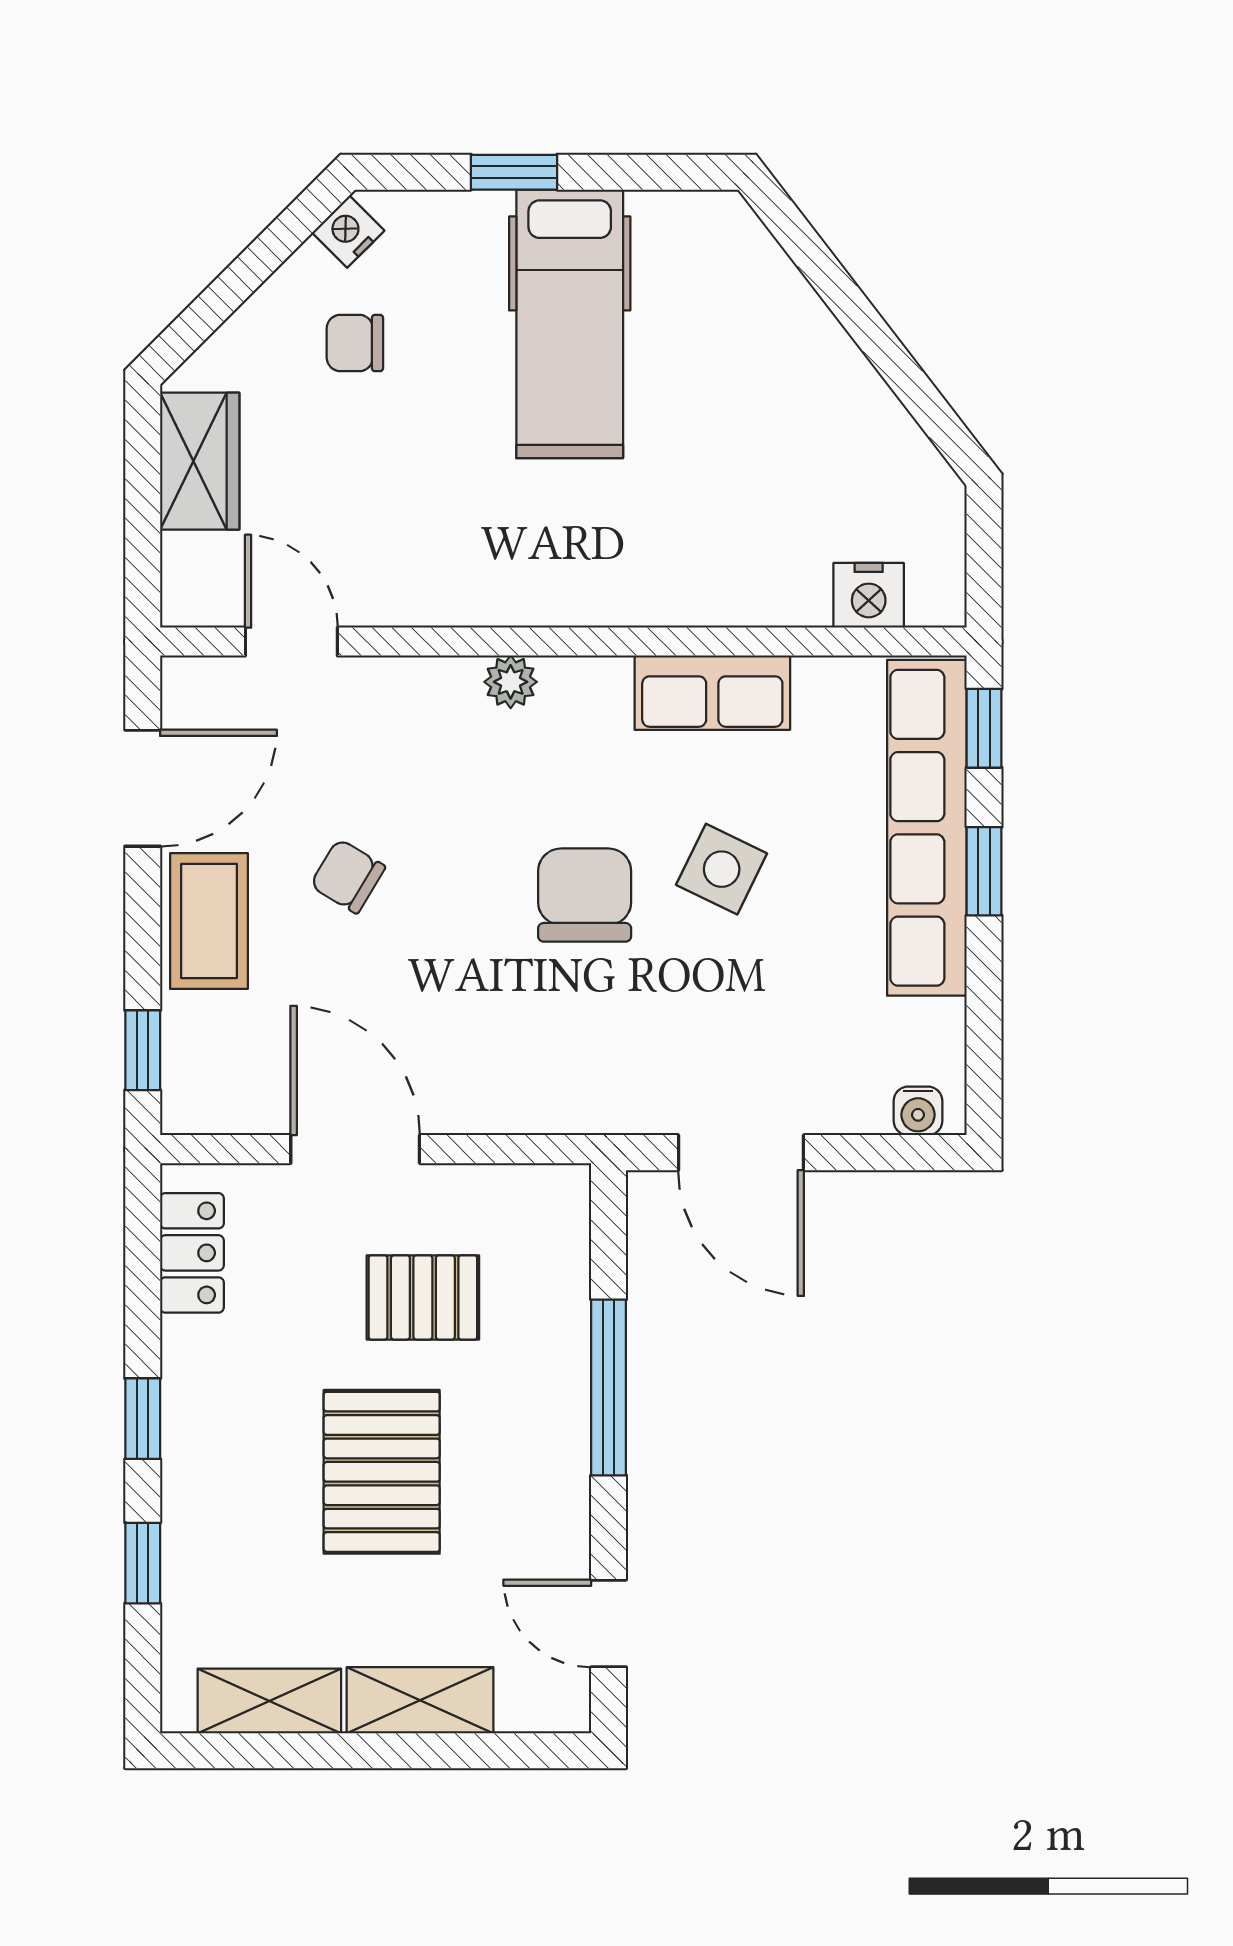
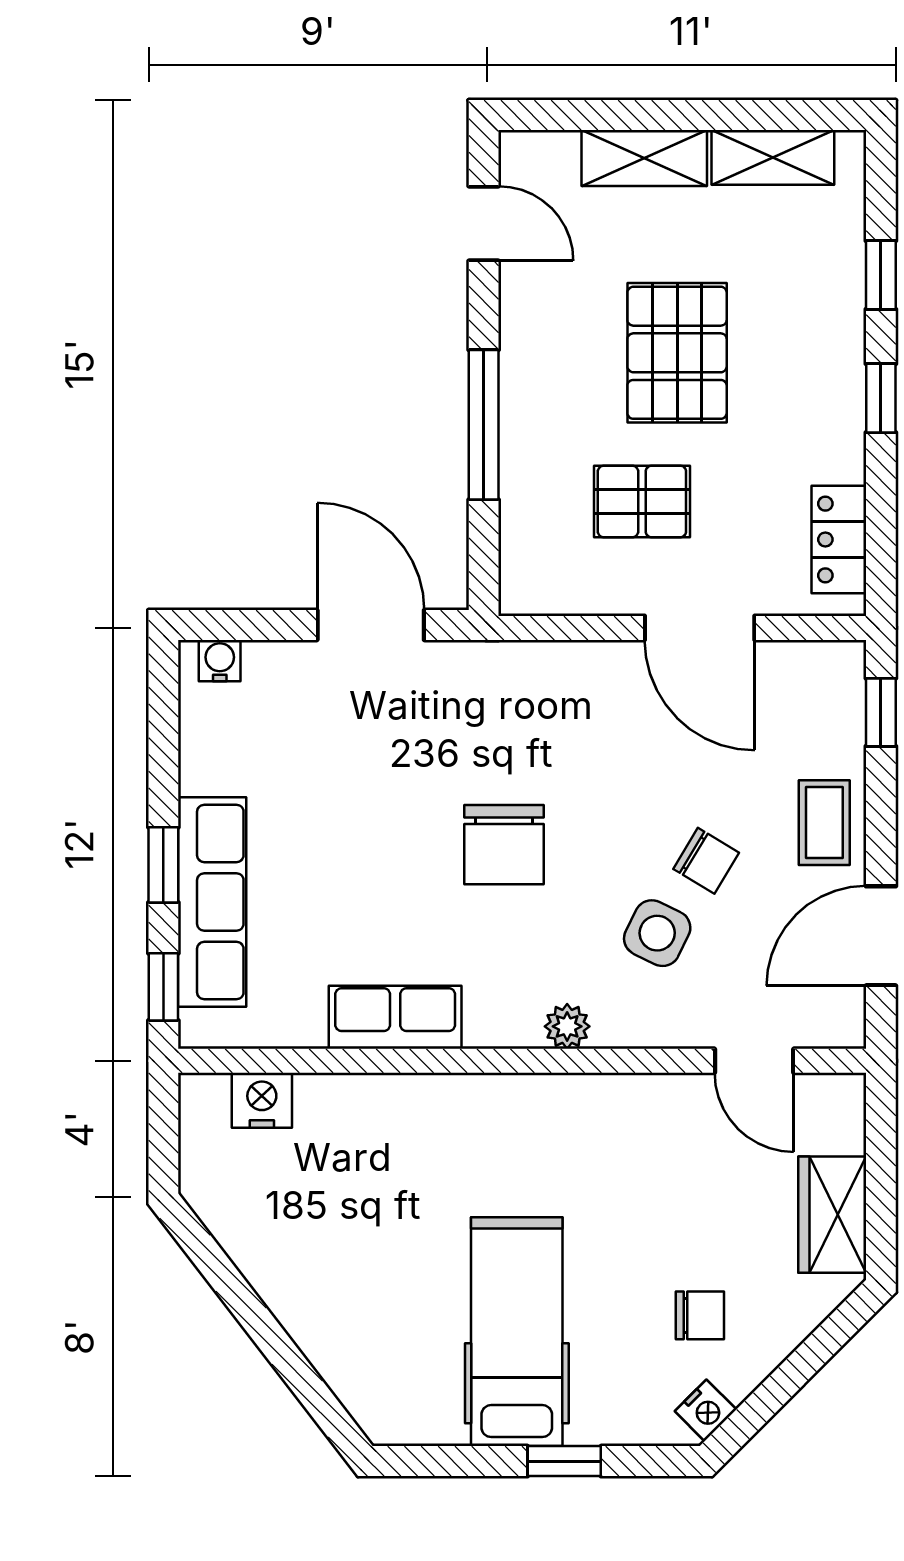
row of seats: (927, 828) -> (212, 902), width x0.73
side table: (722, 869) -> (657, 933), moved
coffee table: (209, 921) -> (824, 823), width x0.73, depth x0.77

